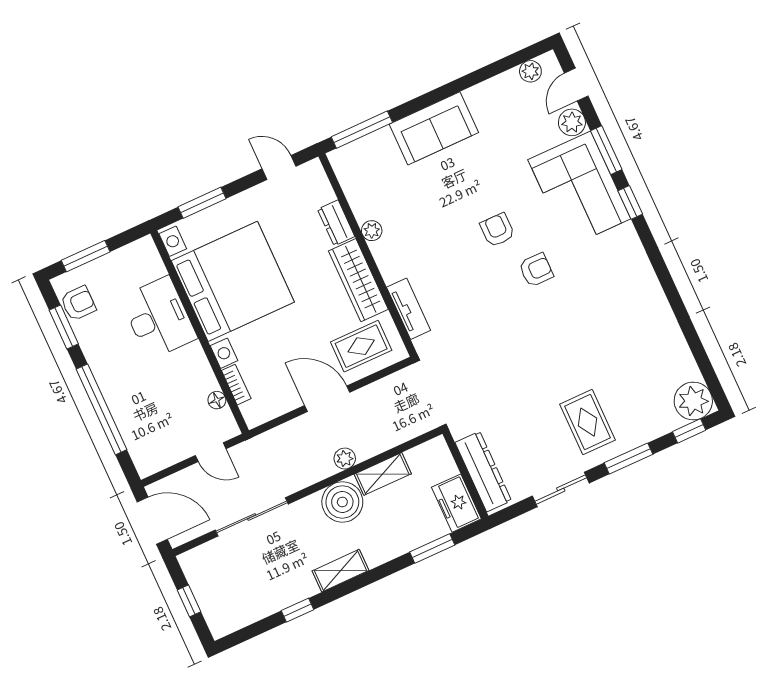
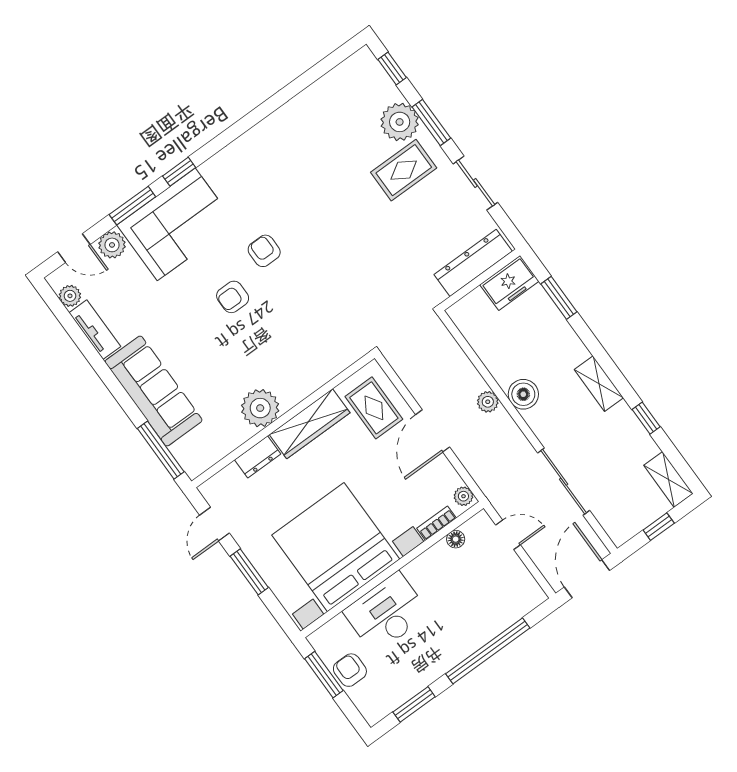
sofa: (434, 128) -> (154, 391), width x1.36
window: (202, 203) -> (249, 572), moved
plant: (372, 231) -> (260, 408), width x1.87, depth x1.87
window: (86, 256) -> (324, 675), moved
armchair: (78, 303) -> (350, 670), moved
tv unit: (409, 309) -> (95, 330), moved, turned 90
plant: (693, 401) -> (400, 122), moved
plant: (257, 416) -> (463, 496), added
door: (211, 452) -> (508, 535), hinge flipped
shelving: (383, 474) -> (668, 479), moved
boiler: (342, 502) -> (523, 394), width x0.73, depth x0.73

